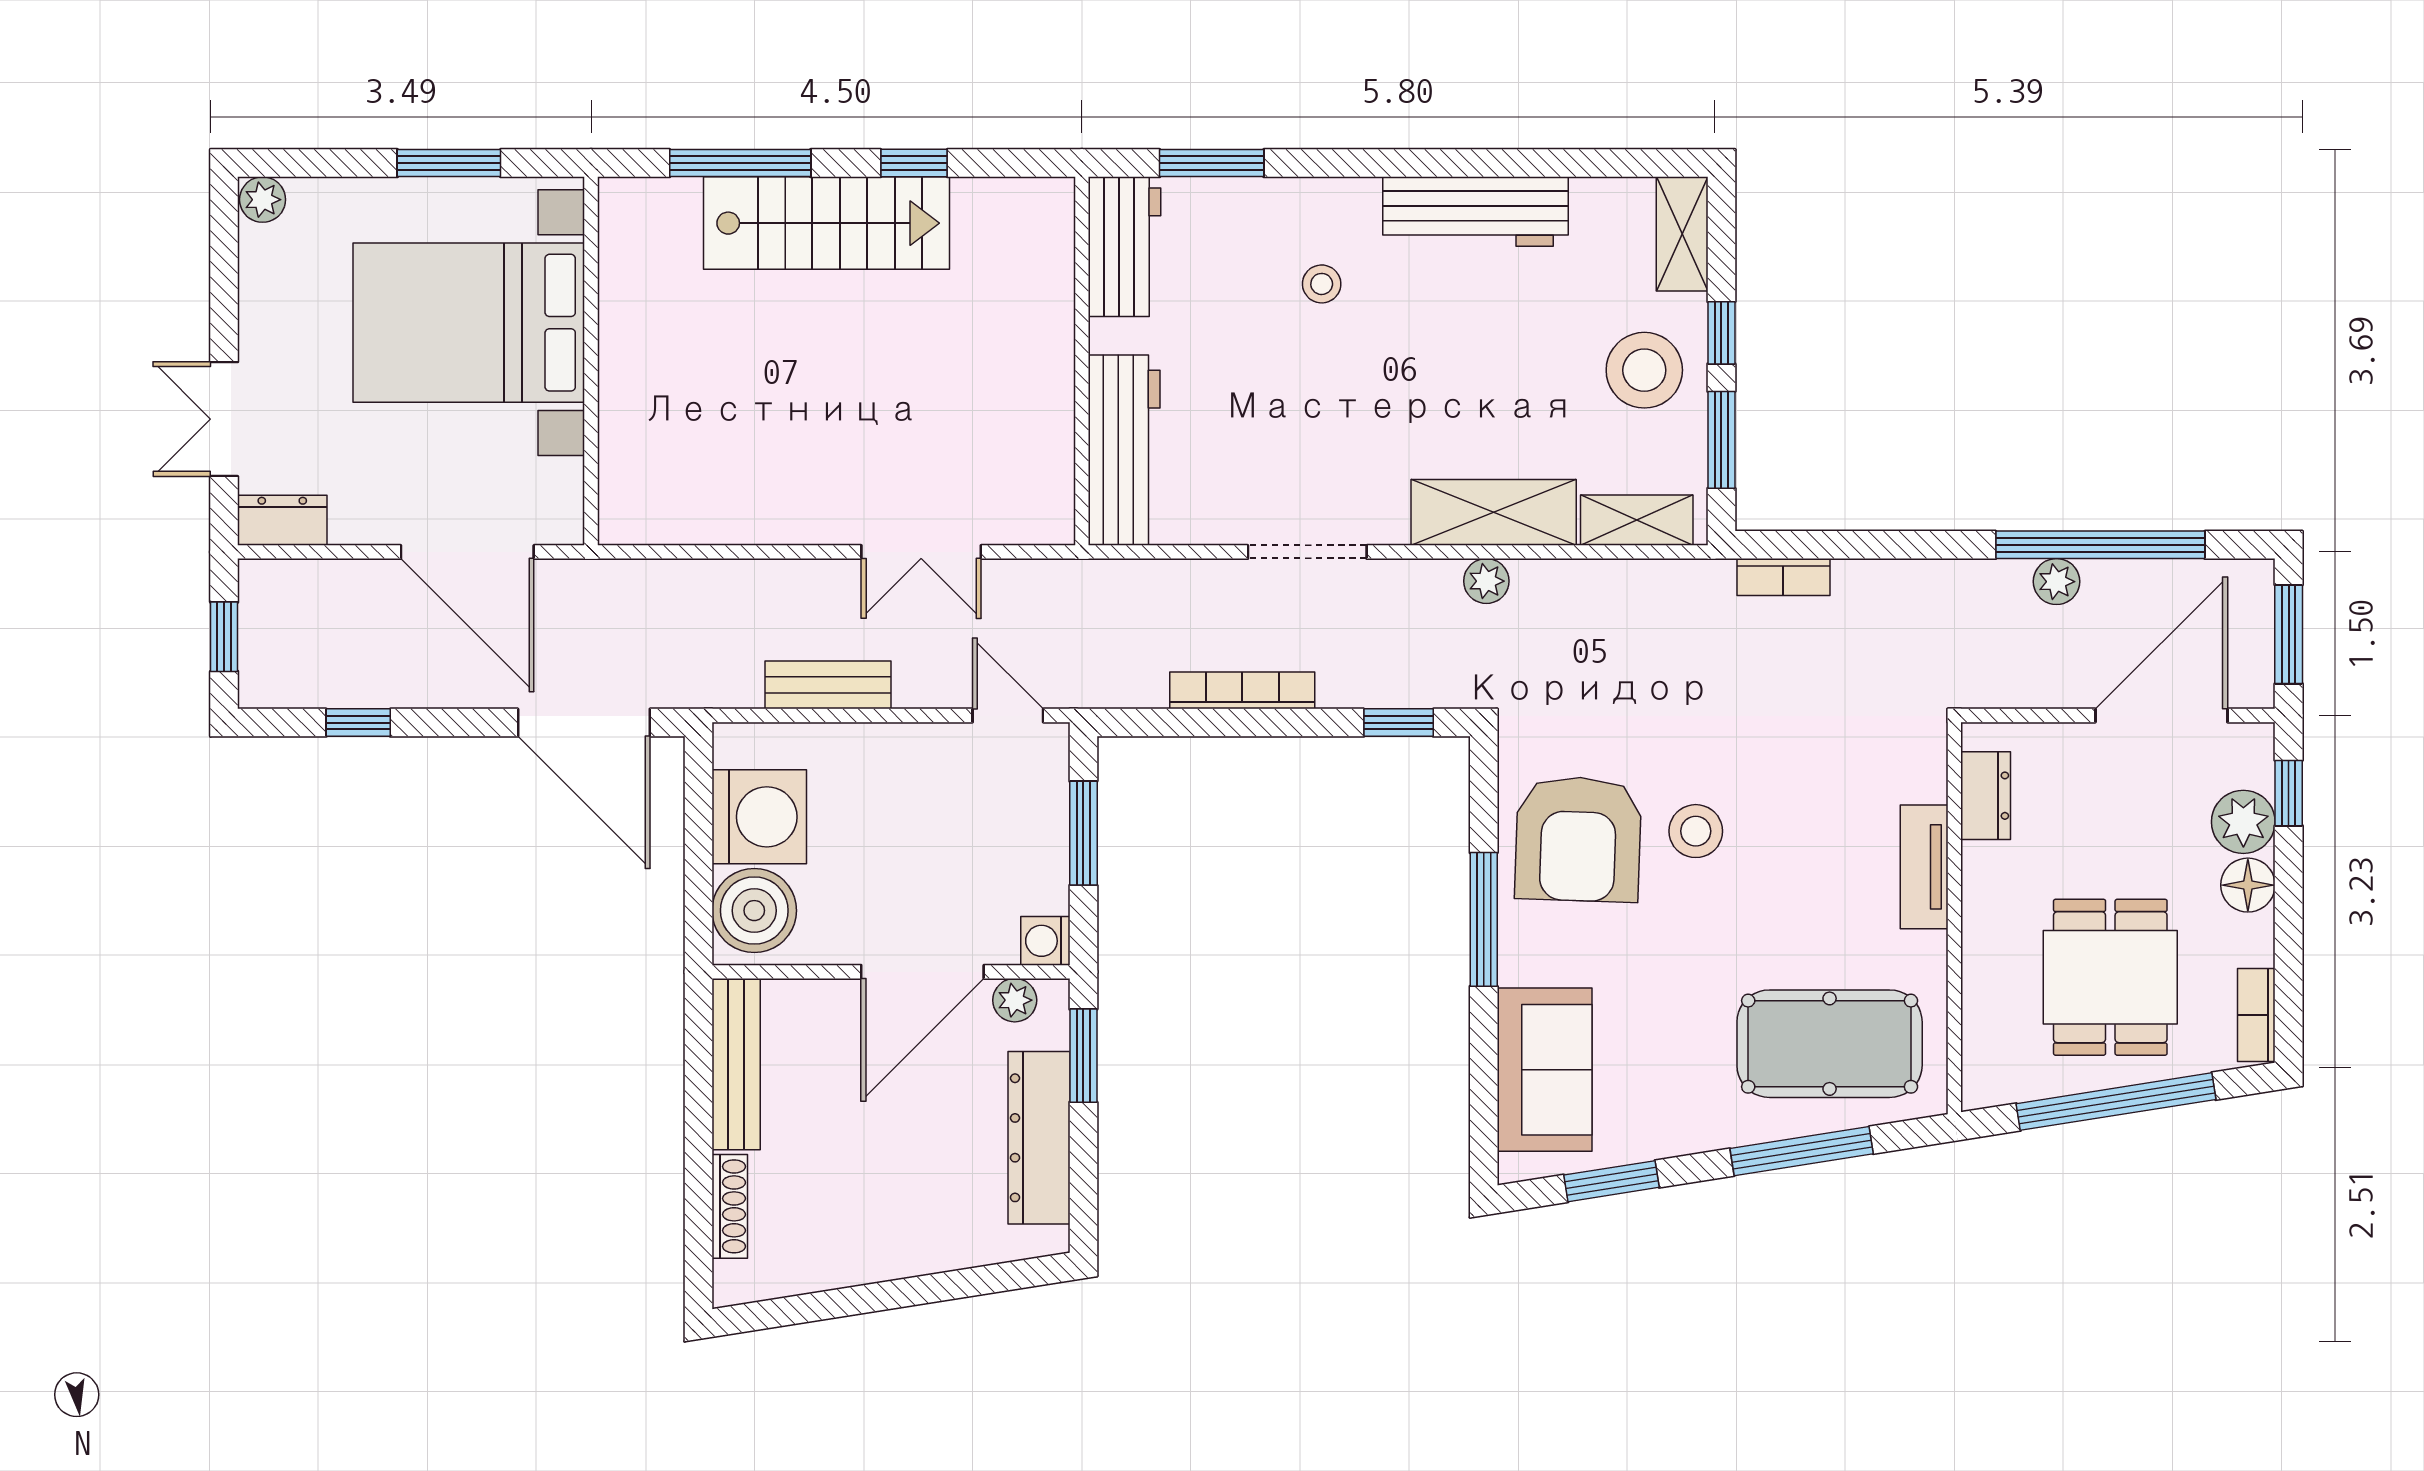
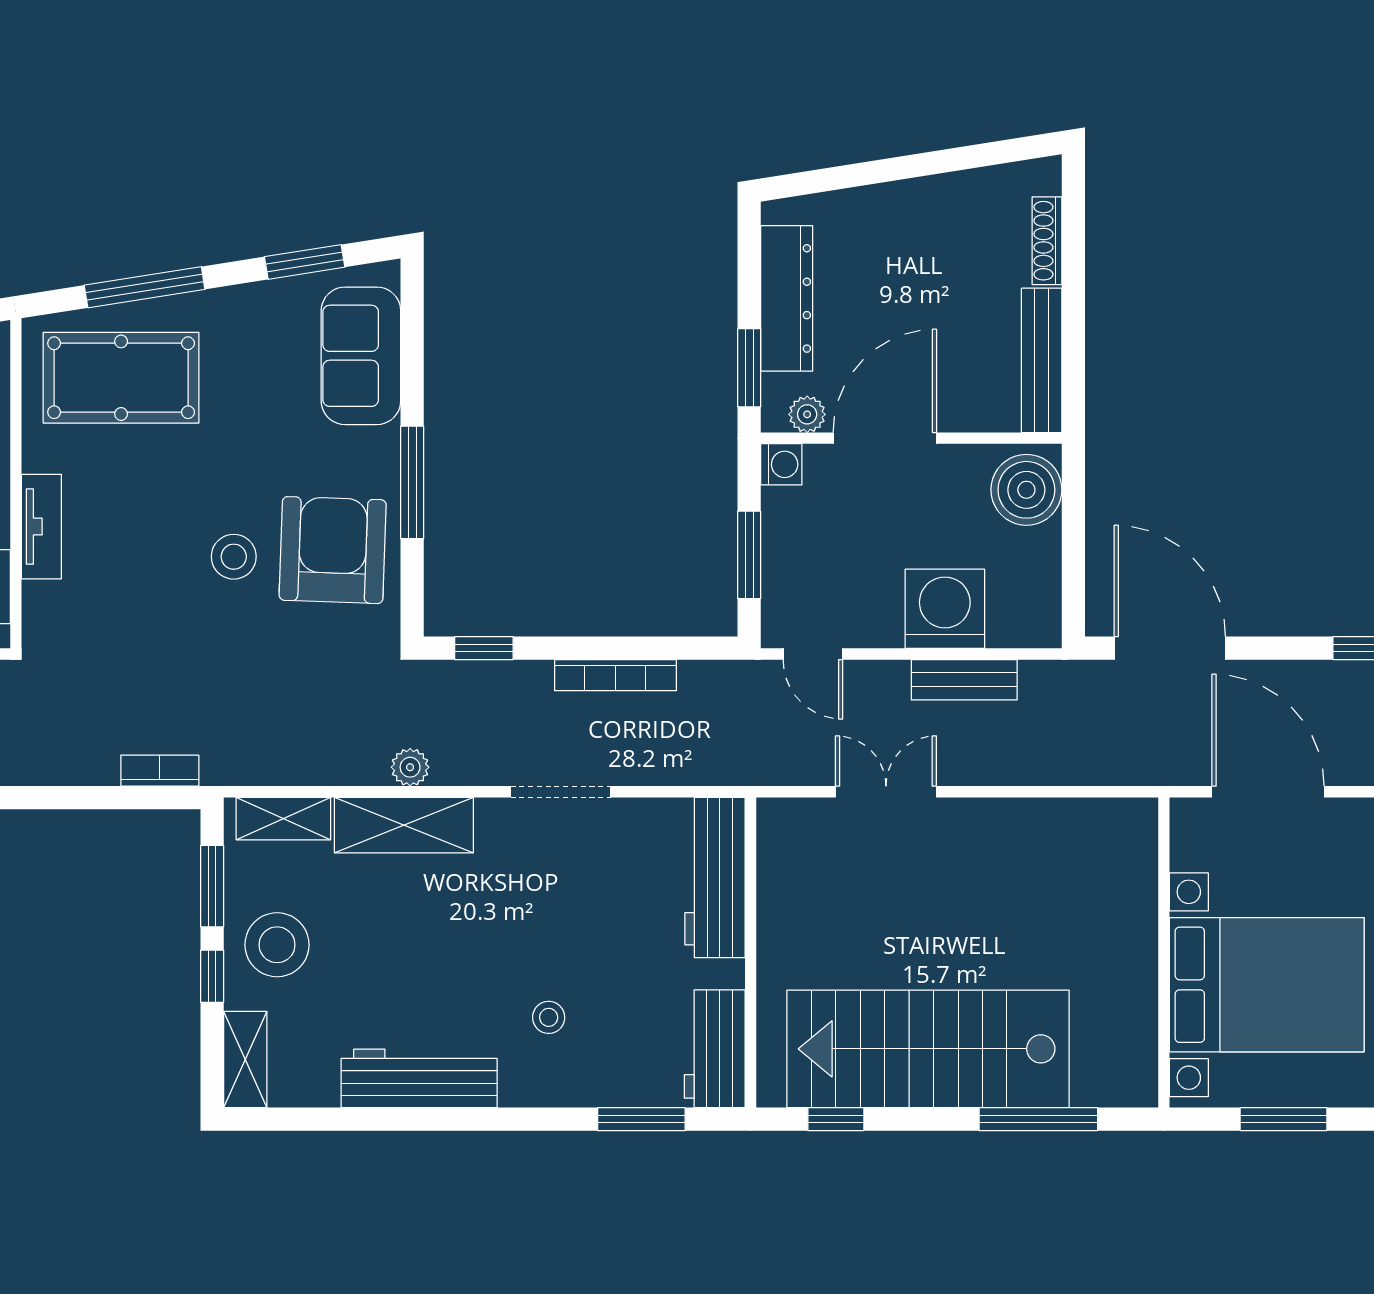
window: (914, 163) -> (836, 1119), moved
stairs: (826, 223) -> (928, 1049), width x1.36, depth x1.51
washing machine: (759, 817) -> (945, 609), moved, turned 90

